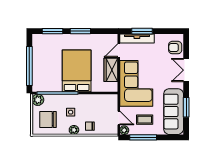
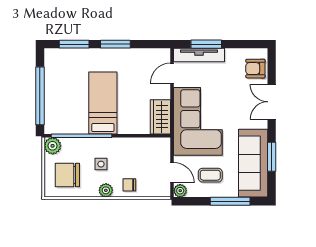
wardrobe: (111, 70) -> (160, 117), moved
bed: (77, 71) -> (103, 103), width x0.67
window: (143, 137) -> (230, 201), moved

